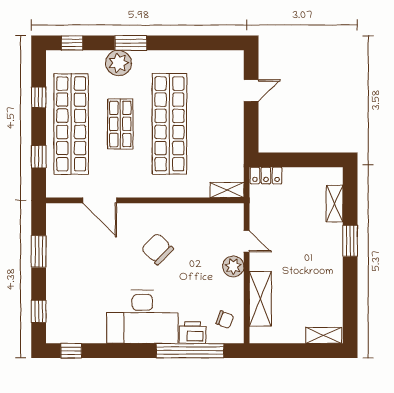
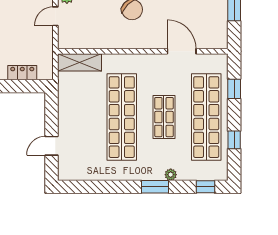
plant: (119, 63) -> (171, 175), width x0.53, depth x0.53
locker: (266, 176) -> (22, 73), moved
shelving: (227, 190) -> (80, 62), width x1.50, depth x1.33
door: (247, 241) -> (55, 16), hinge flipped

